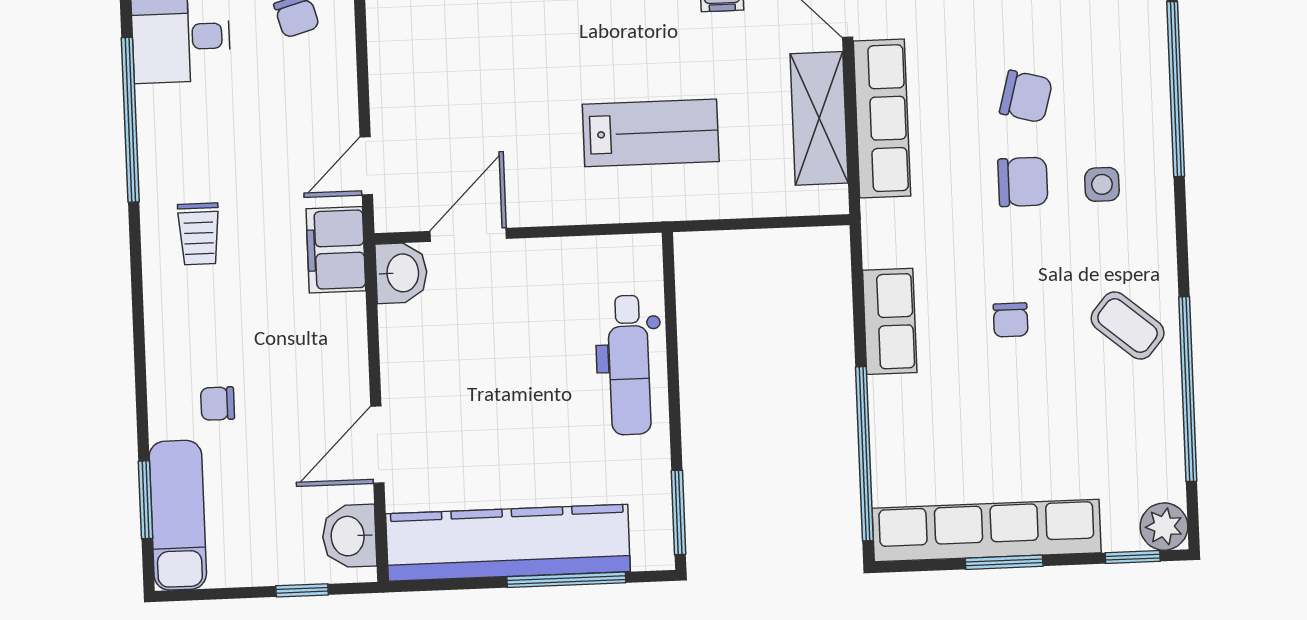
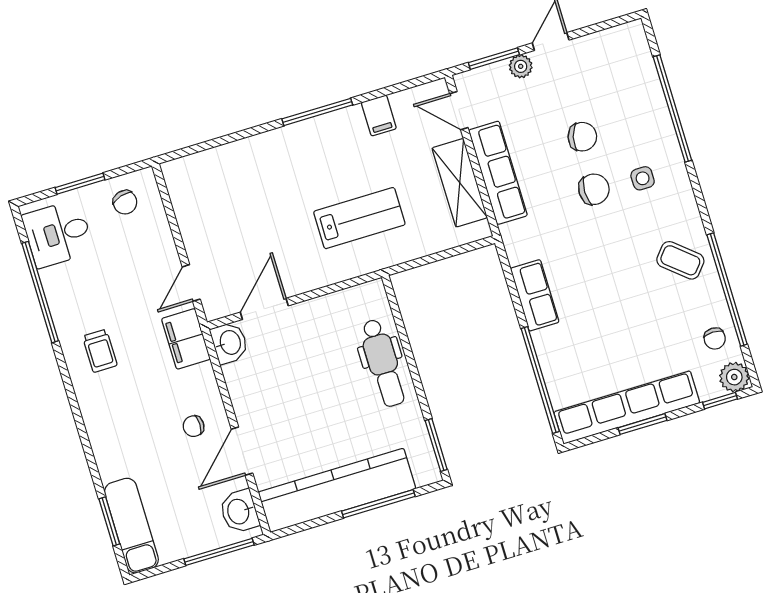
chair: (1011, 320) -> (715, 339), moved
chair: (218, 404) -> (194, 426), moved
window: (302, 590) -> (219, 552), width x2.17

